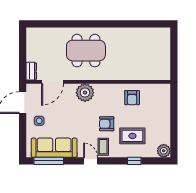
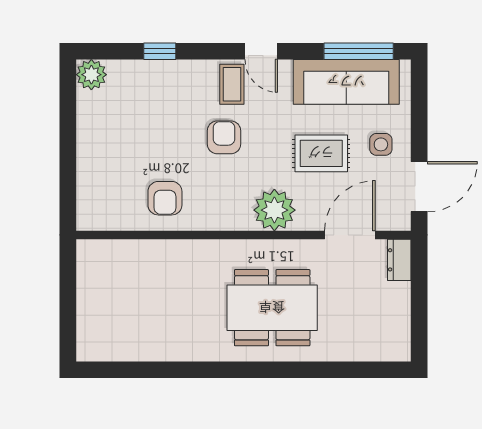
armchair: (132, 98) -> (165, 198), turned 180
armchair: (107, 124) -> (224, 137), turned -90
rug: (132, 136) -> (321, 153), moved

